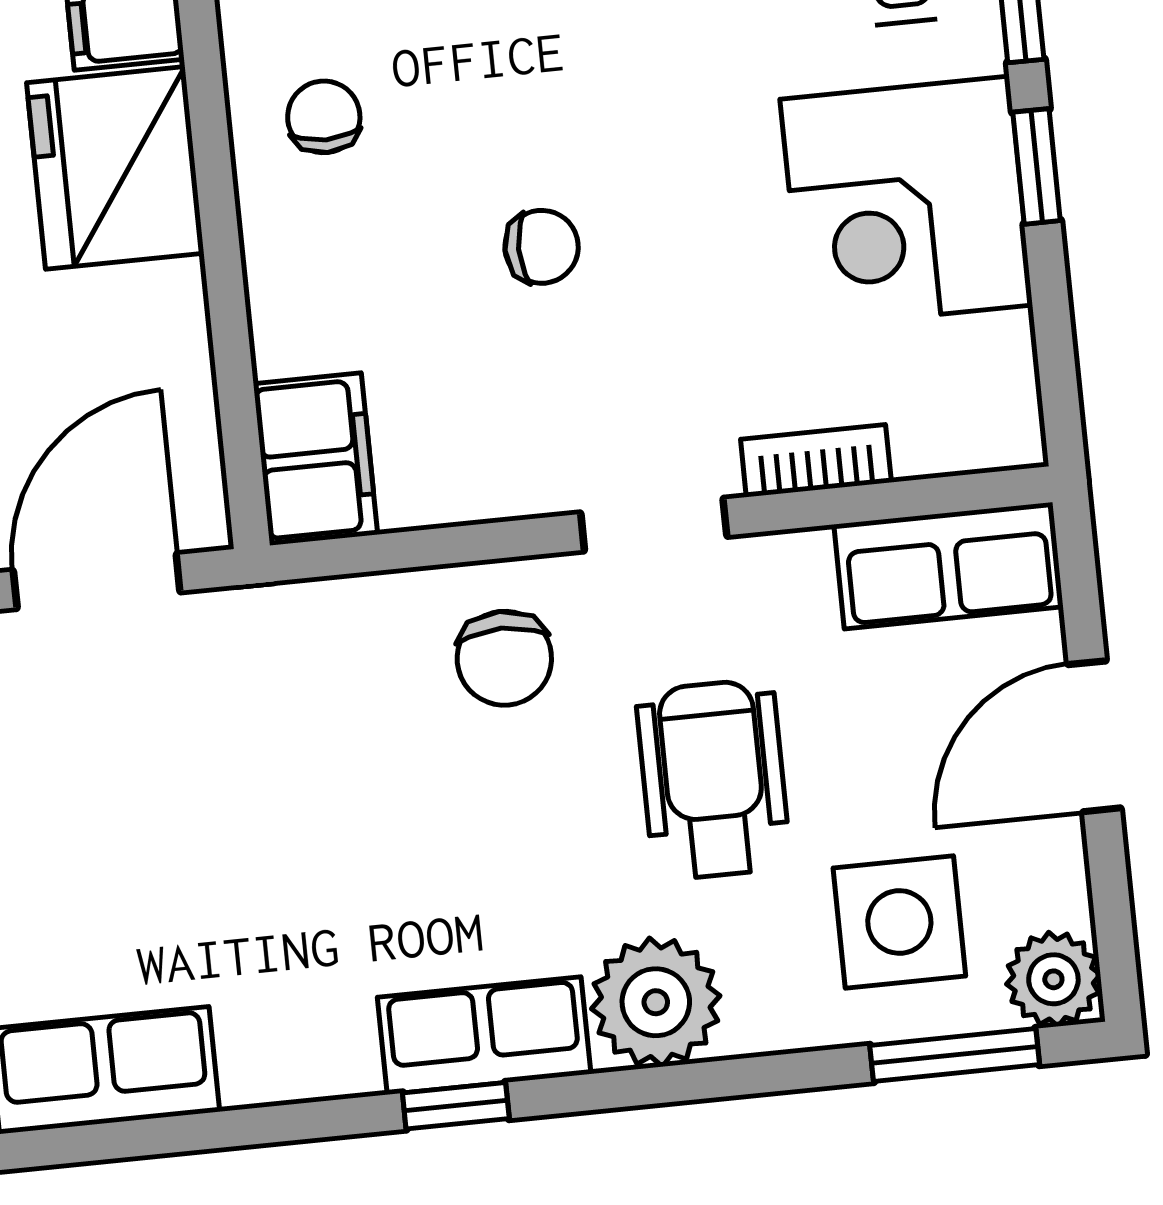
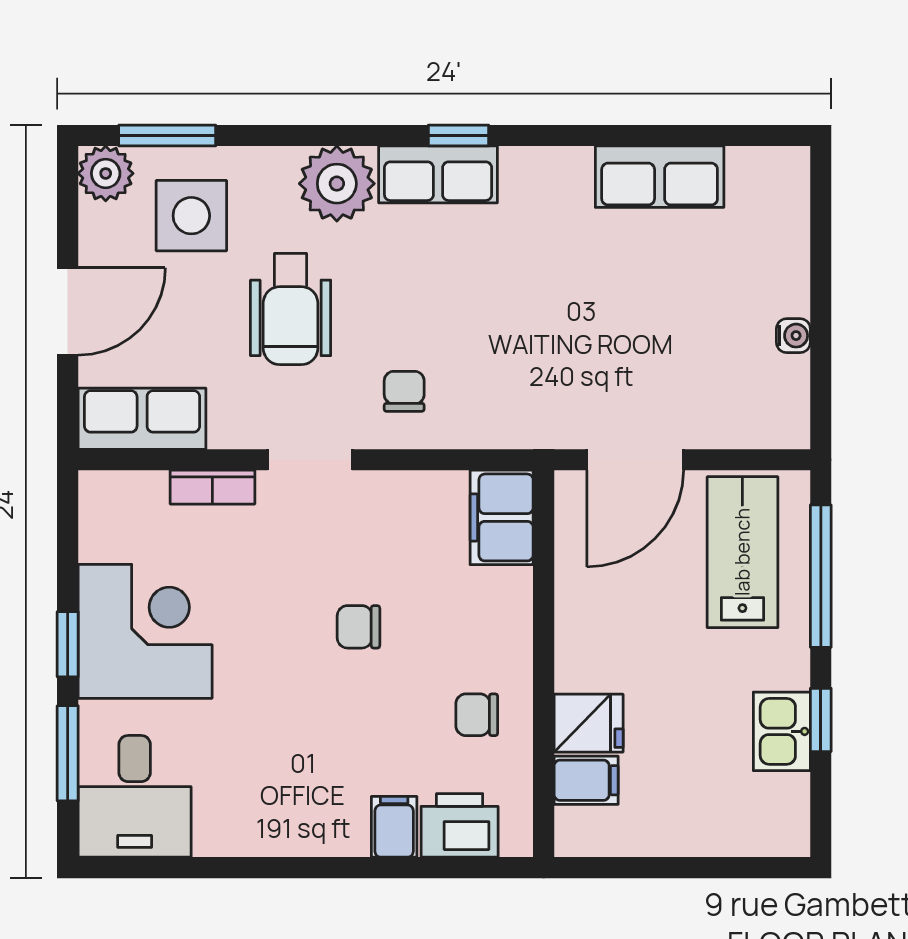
chair: (324, 117) -> (477, 715), turned 90
fridge: (115, 168) -> (589, 723), width x0.53, depth x0.75
chair: (504, 658) -> (404, 391), width x0.73, depth x0.73

